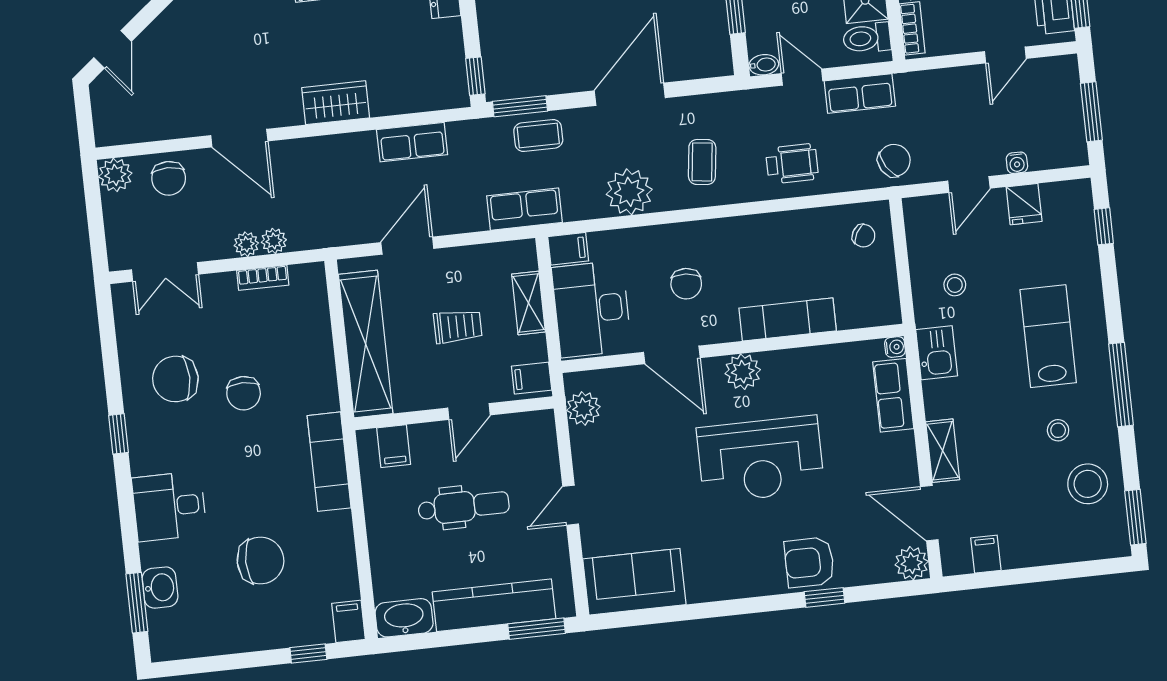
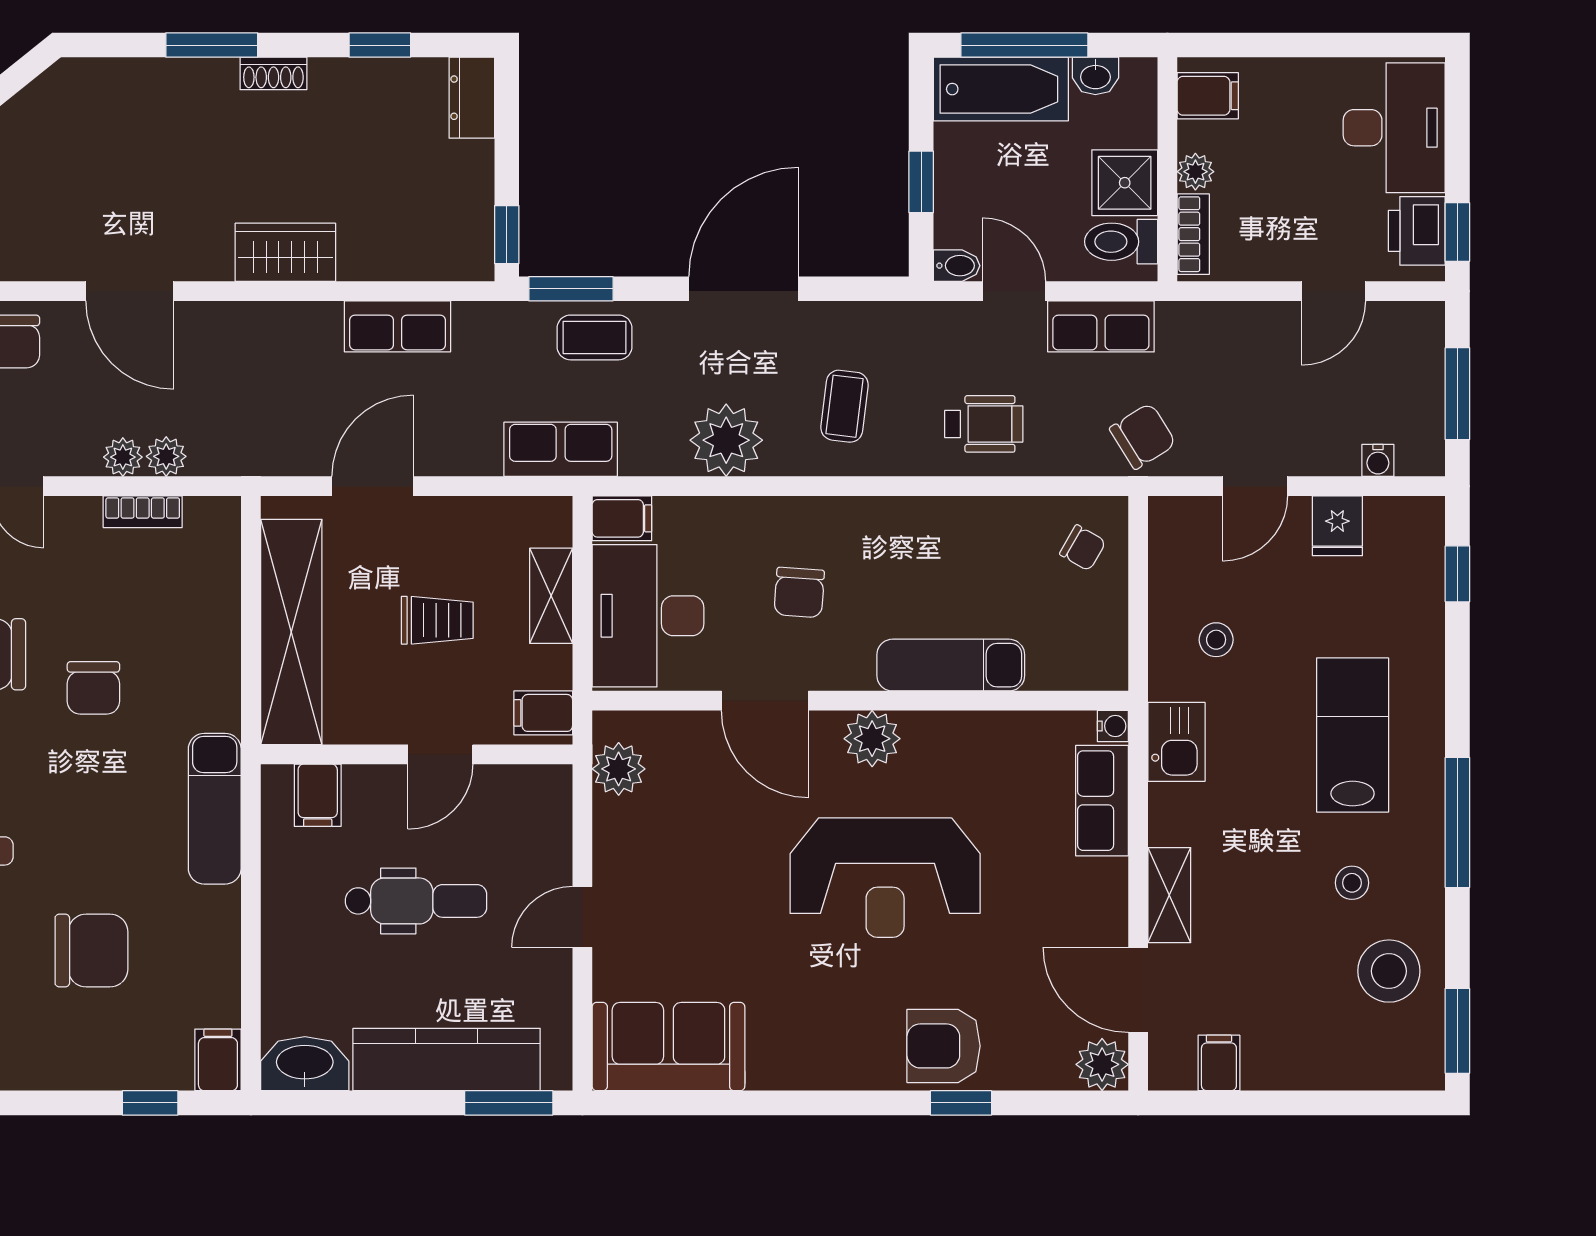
water cooler: (1017, 163) -> (1378, 460), moved

